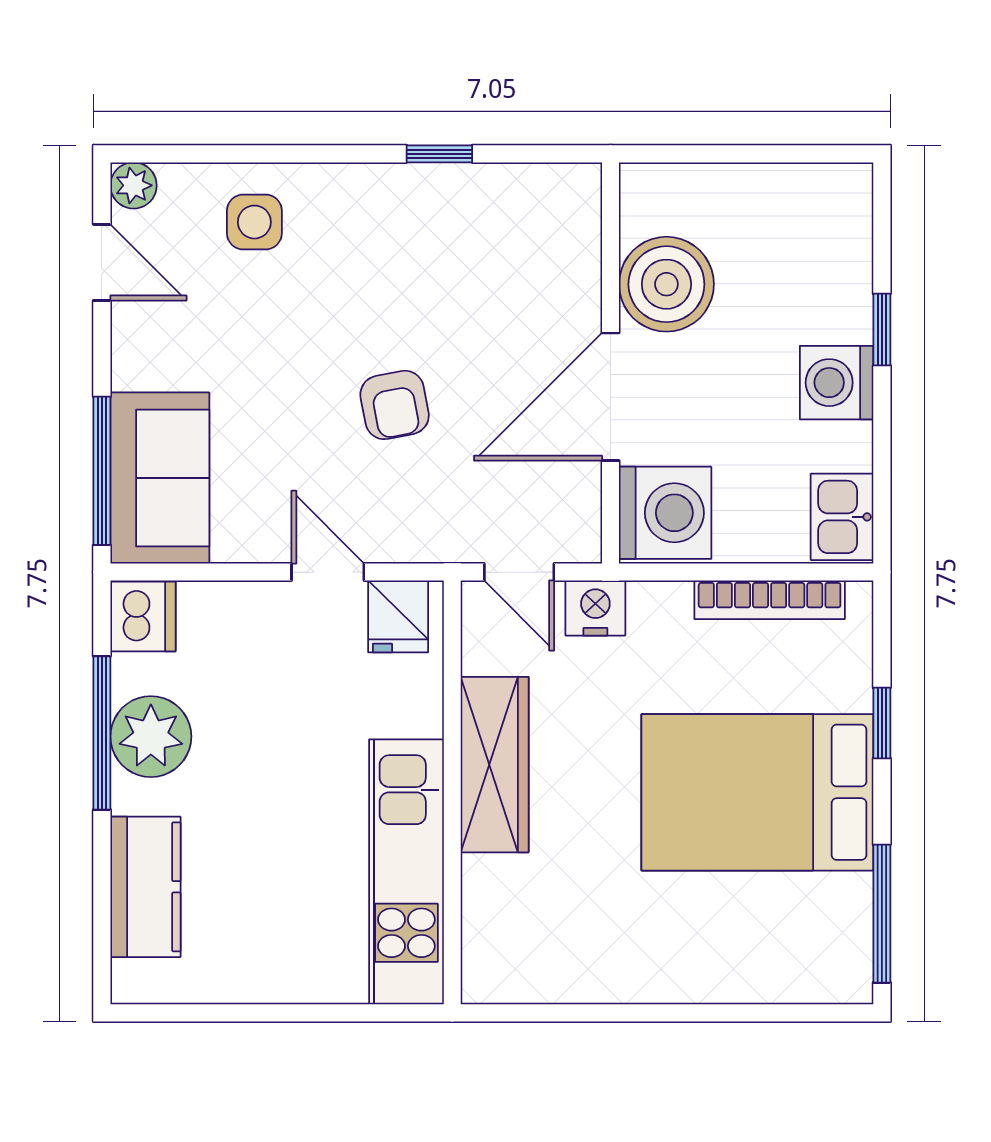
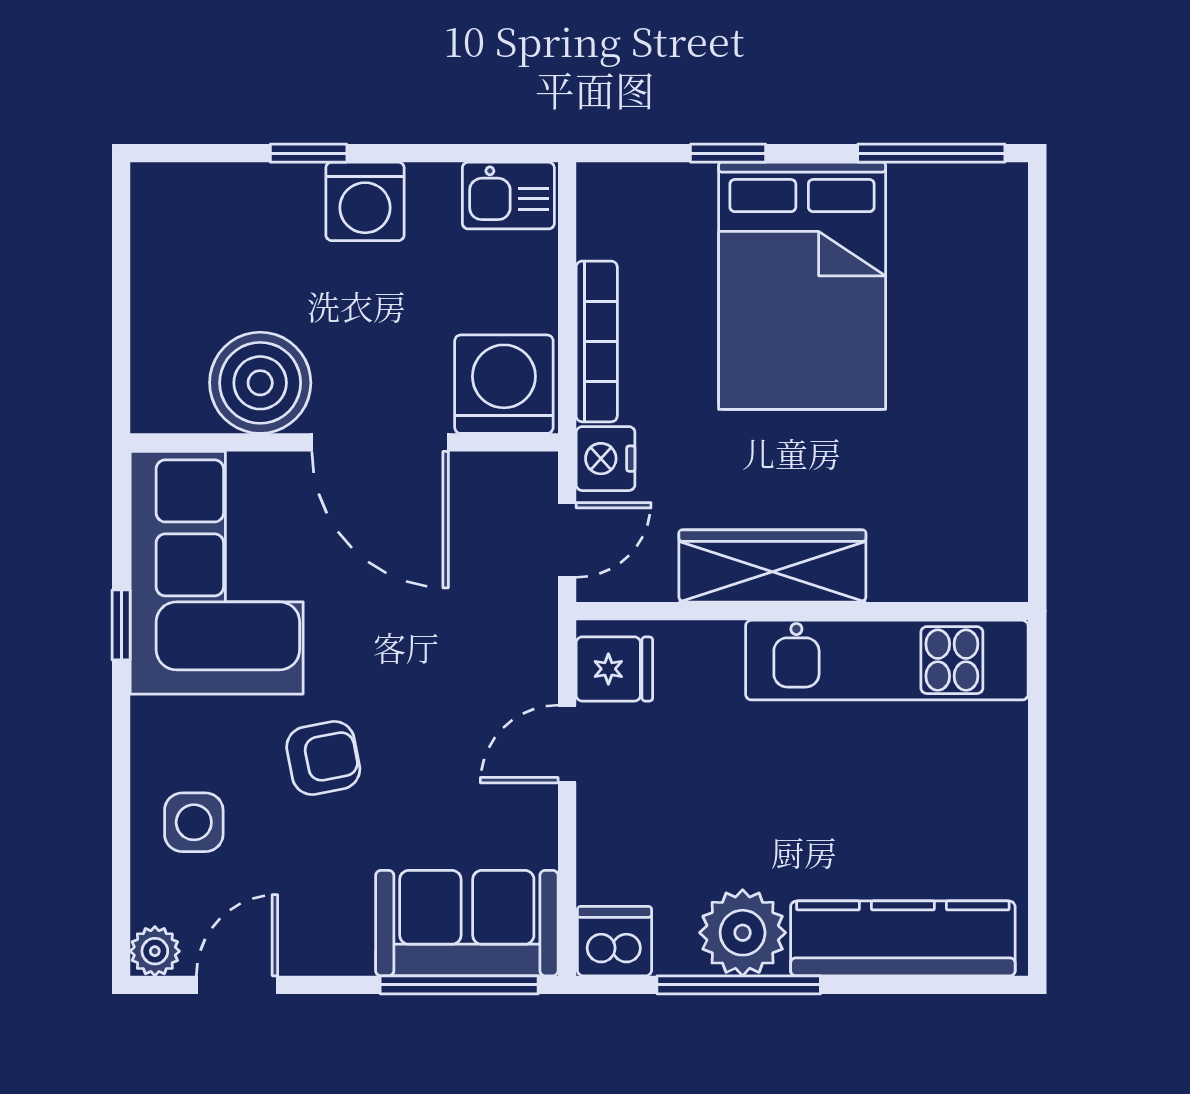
corner sofa: (488, 243) -> (217, 573), added
armchair: (395, 405) -> (323, 758), moved
bookcase: (770, 600) -> (597, 341), moved
kitchen counter: (145, 887) -> (903, 938), width x1.50

